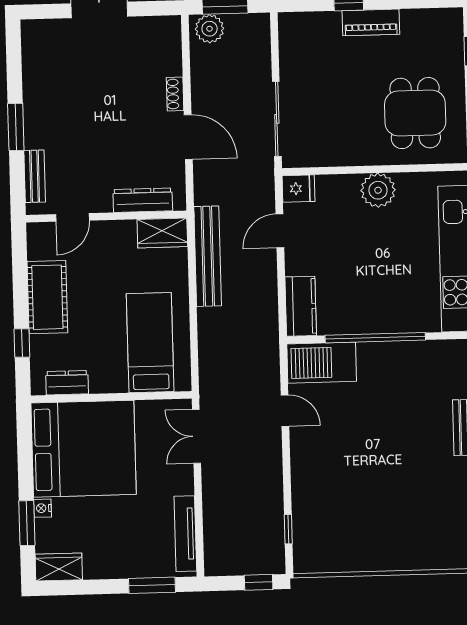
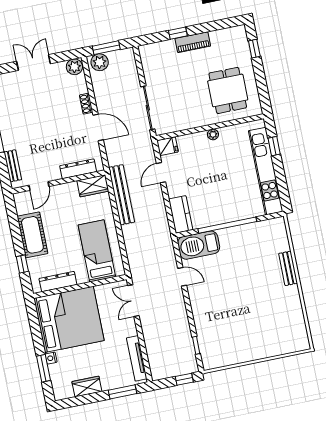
plant: (166, 29) -> (74, 67), added
plant: (378, 190) -> (213, 134), width x0.53, depth x0.53
dresser: (67, 383) -> (58, 282), width x1.44
wardrobe: (59, 567) -> (87, 386), moved

